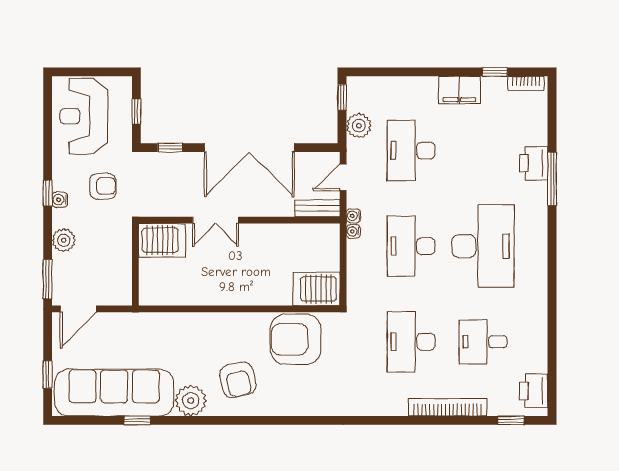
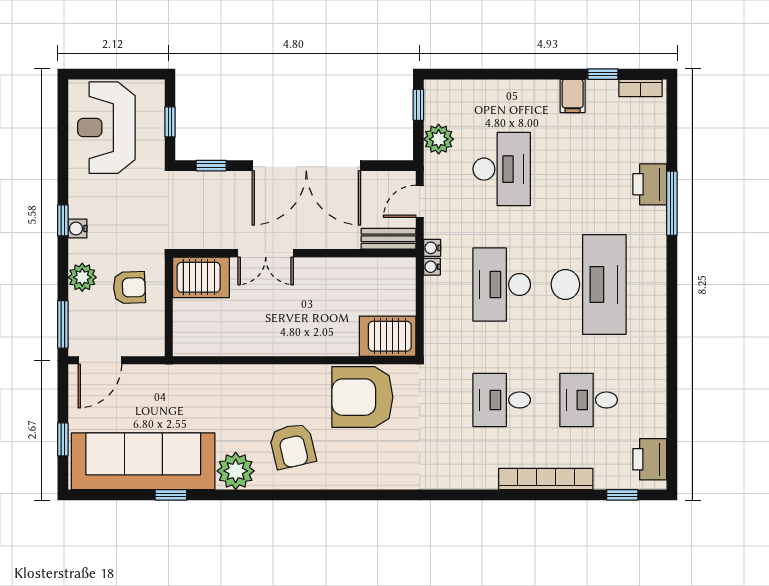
filing cabinet: (459, 90) -> (573, 96), width x0.50
desk: (411, 151) -> (502, 169), turned 180
armchair: (103, 186) -> (129, 287), moved
desk: (411, 342) -> (502, 400), width x0.73

